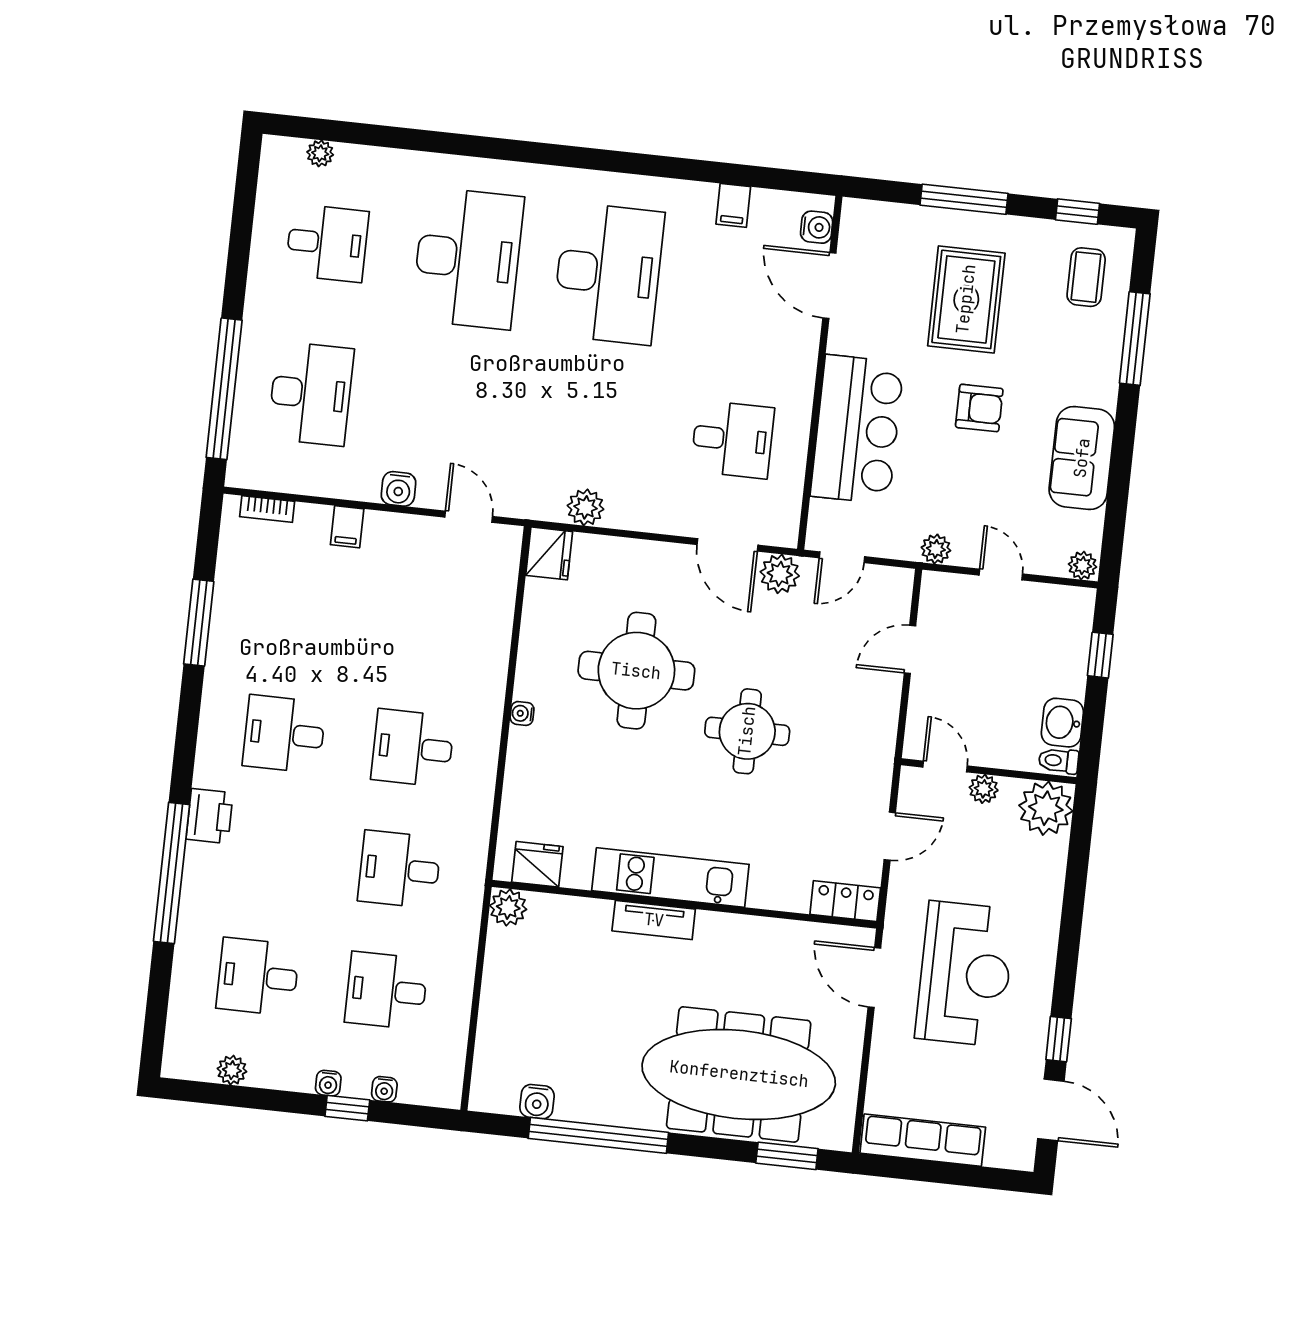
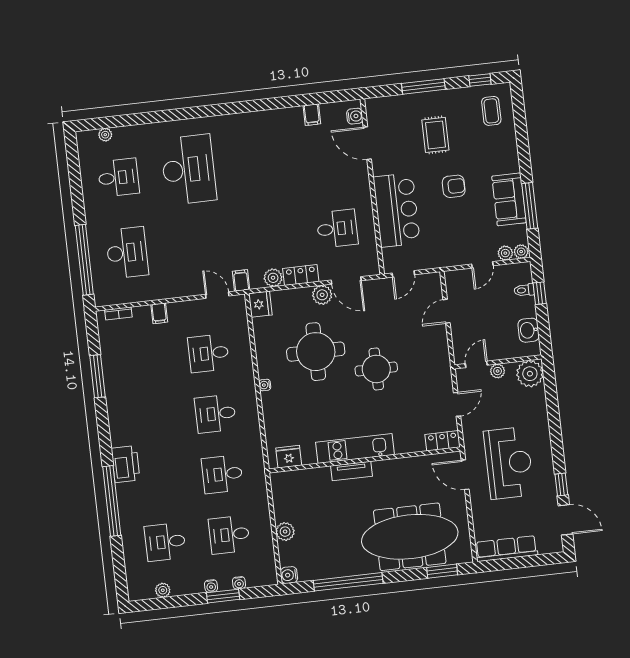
desk: (608, 274) -> (259, 162), removed
rug: (966, 299) -> (435, 135), width x0.73, depth x0.70
window: (1135, 338) -> (530, 206), moved
water cooler: (398, 489) -> (180, 289), removed
filing cabinet: (522, 498) -> (241, 280), added
locker: (641, 514) -> (301, 275), added
plant: (936, 549) -> (505, 253), moved
plant: (780, 574) -> (322, 295), moved
door: (1001, 575) -> (482, 265), swing flipped
desk: (284, 734) -> (209, 353), moved
toilet: (1059, 761) -> (524, 290), moved
door: (945, 766) -> (476, 364), hinge flipped
printer: (210, 816) -> (126, 464), width x1.37, depth x1.19
plant: (508, 907) -> (285, 532), moved
water cooler: (537, 1102) -> (289, 575), moved, turned 90
window: (347, 1108) -> (223, 596), width x1.50

